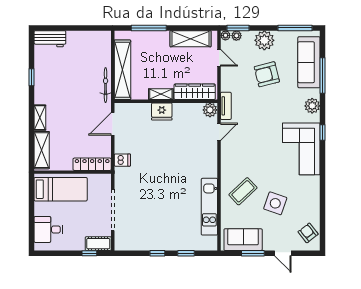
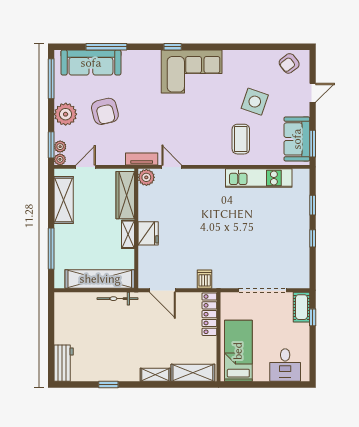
plant: (312, 106) -> (142, 59), removed
coffee table: (243, 191) -> (241, 139), turned 43
window: (253, 253) -> (313, 144), moved

